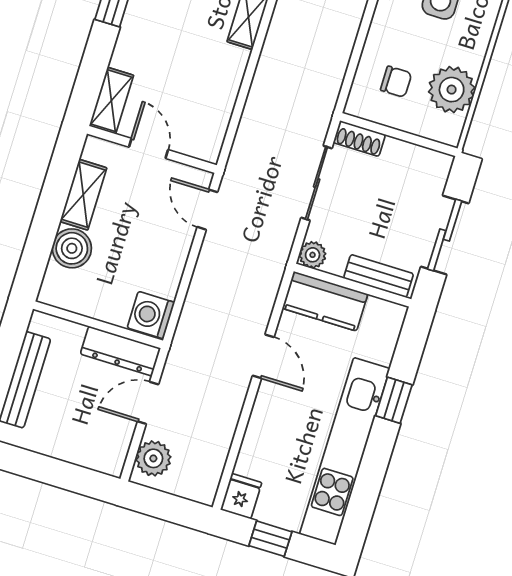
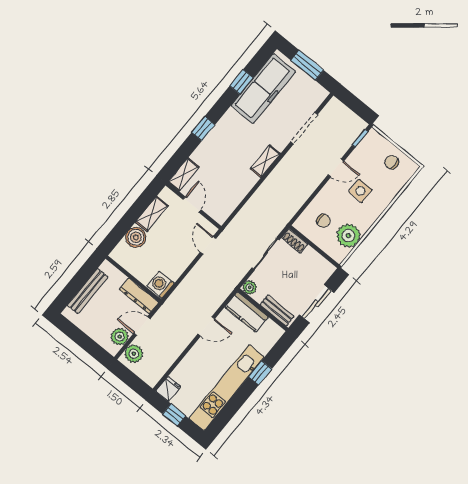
door: (263, 356) -> (206, 326), hinge flipped
plant: (115, 438) -> (120, 337), added

